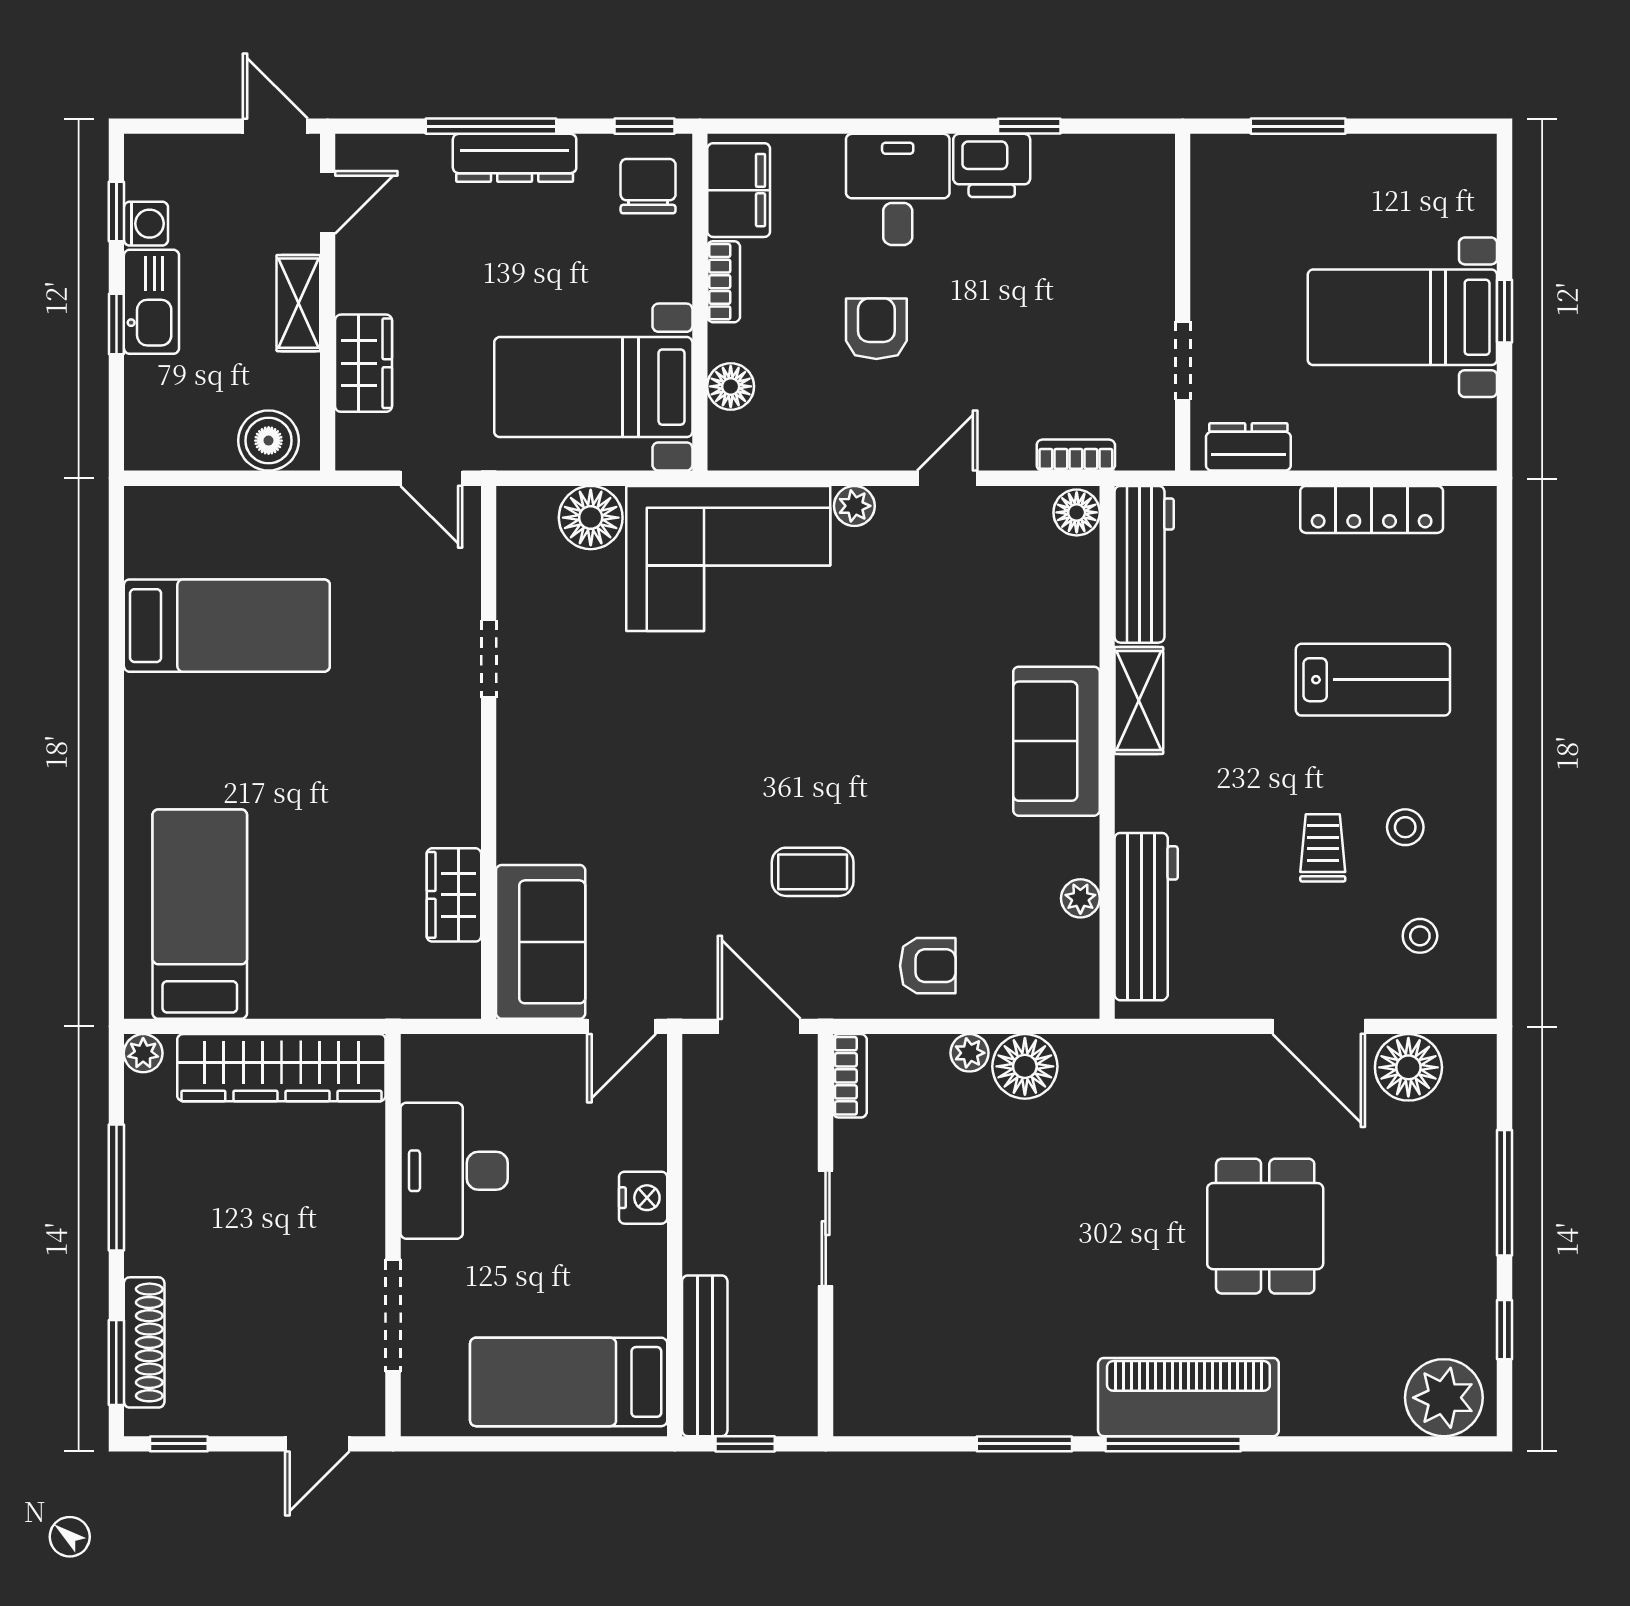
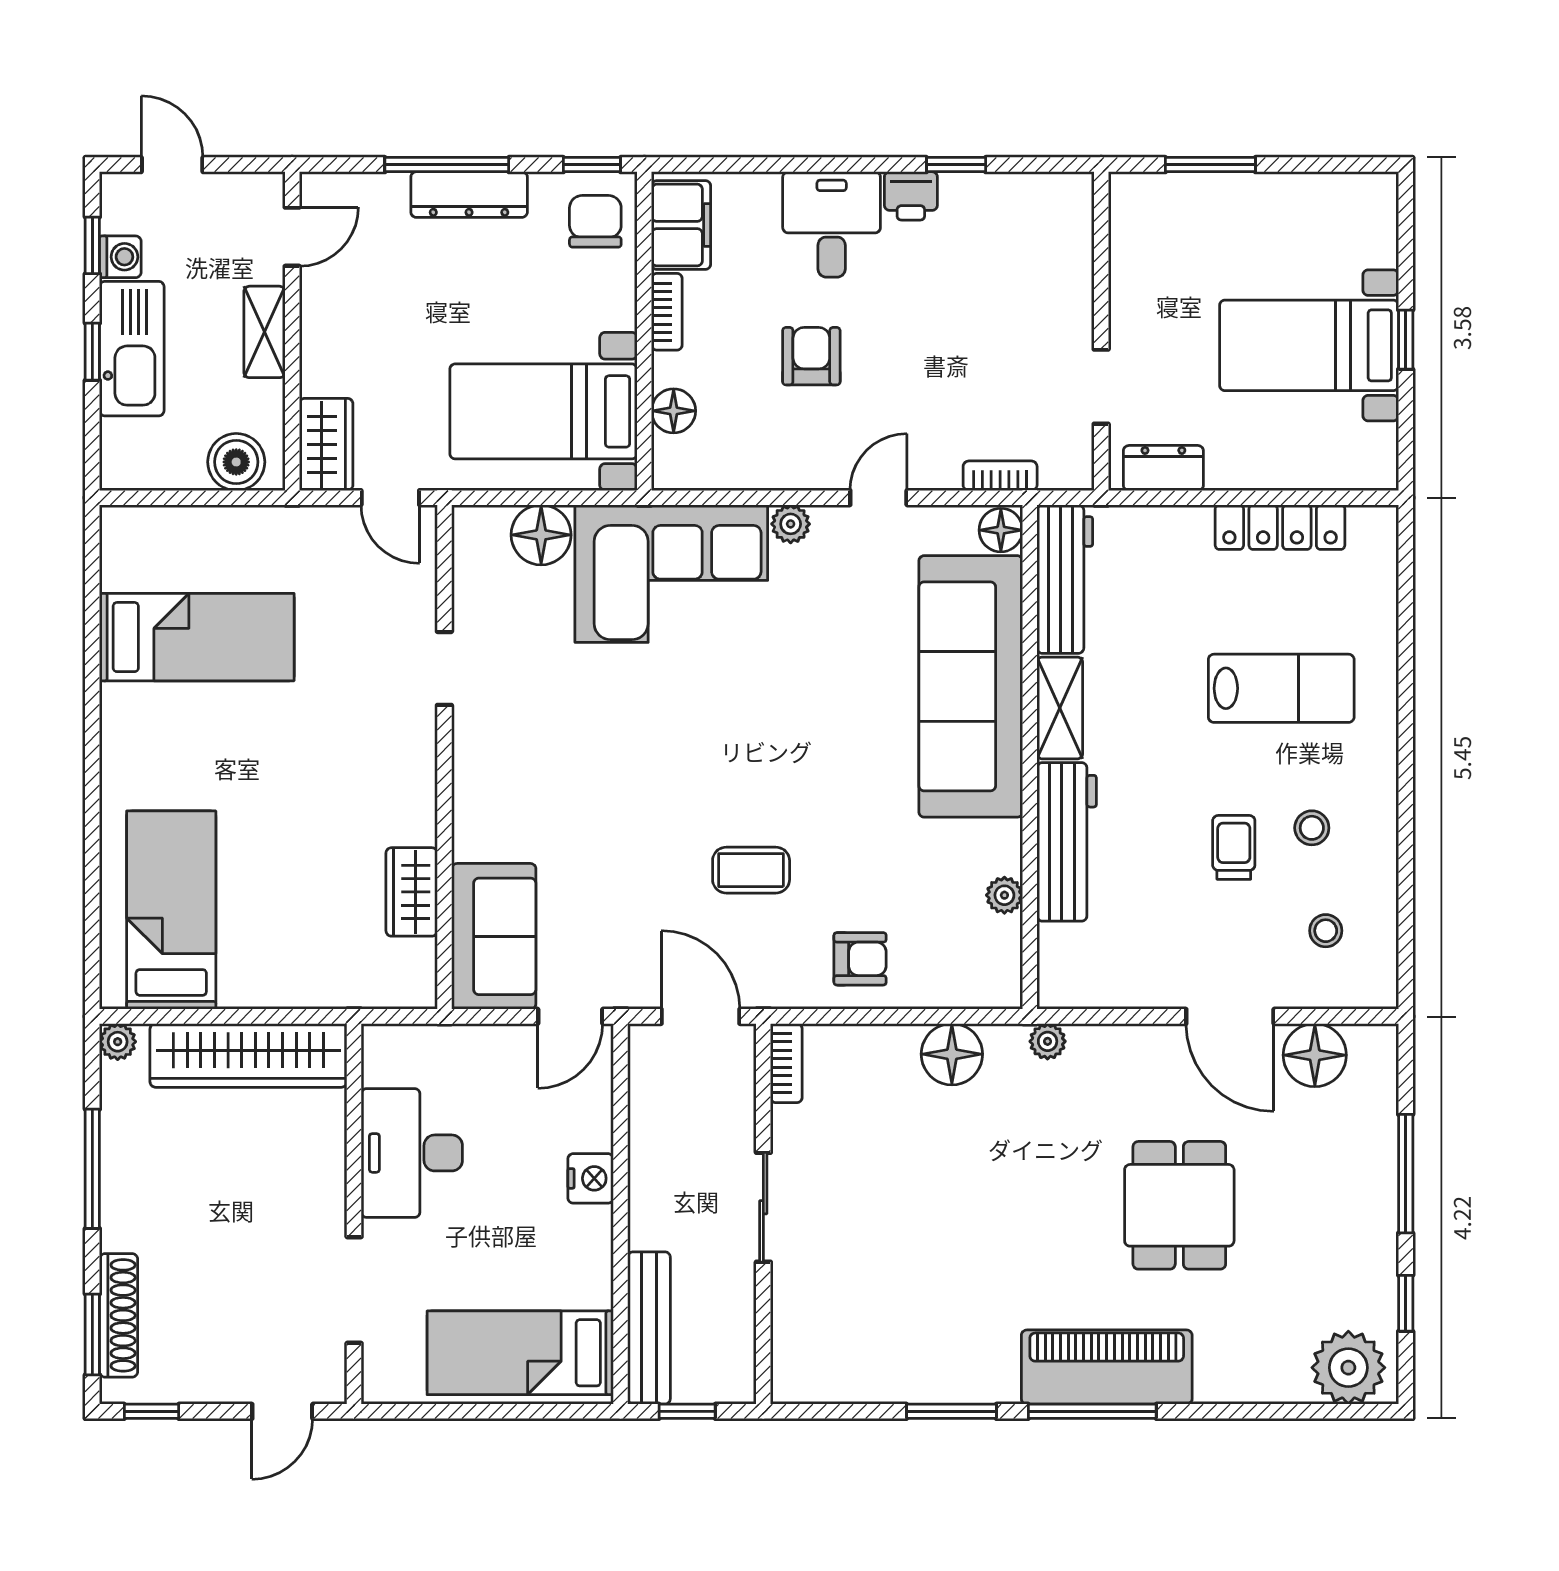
door: (275, 126) -> (172, 165), moved
printer: (992, 165) -> (911, 196), width x0.73, depth x0.81
kitchen sink: (151, 302) -> (132, 349), width x1.36, depth x1.24
wardrobe: (363, 363) -> (326, 444), moved
sofa: (1056, 741) -> (971, 686), width x1.85, depth x1.27
workbench: (1146, 917) -> (1067, 842), moved
plant: (970, 1053) -> (1048, 1041), moved

